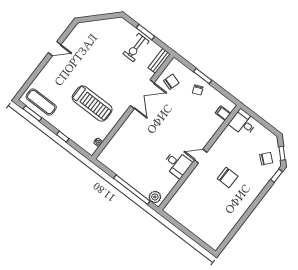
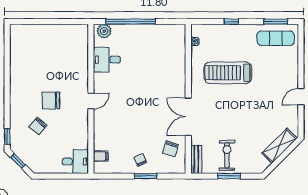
shelving: (95, 26) -> (280, 146), added
chair: (266, 159) -> (38, 126), moved
desk: (177, 164) -> (107, 60), moved

